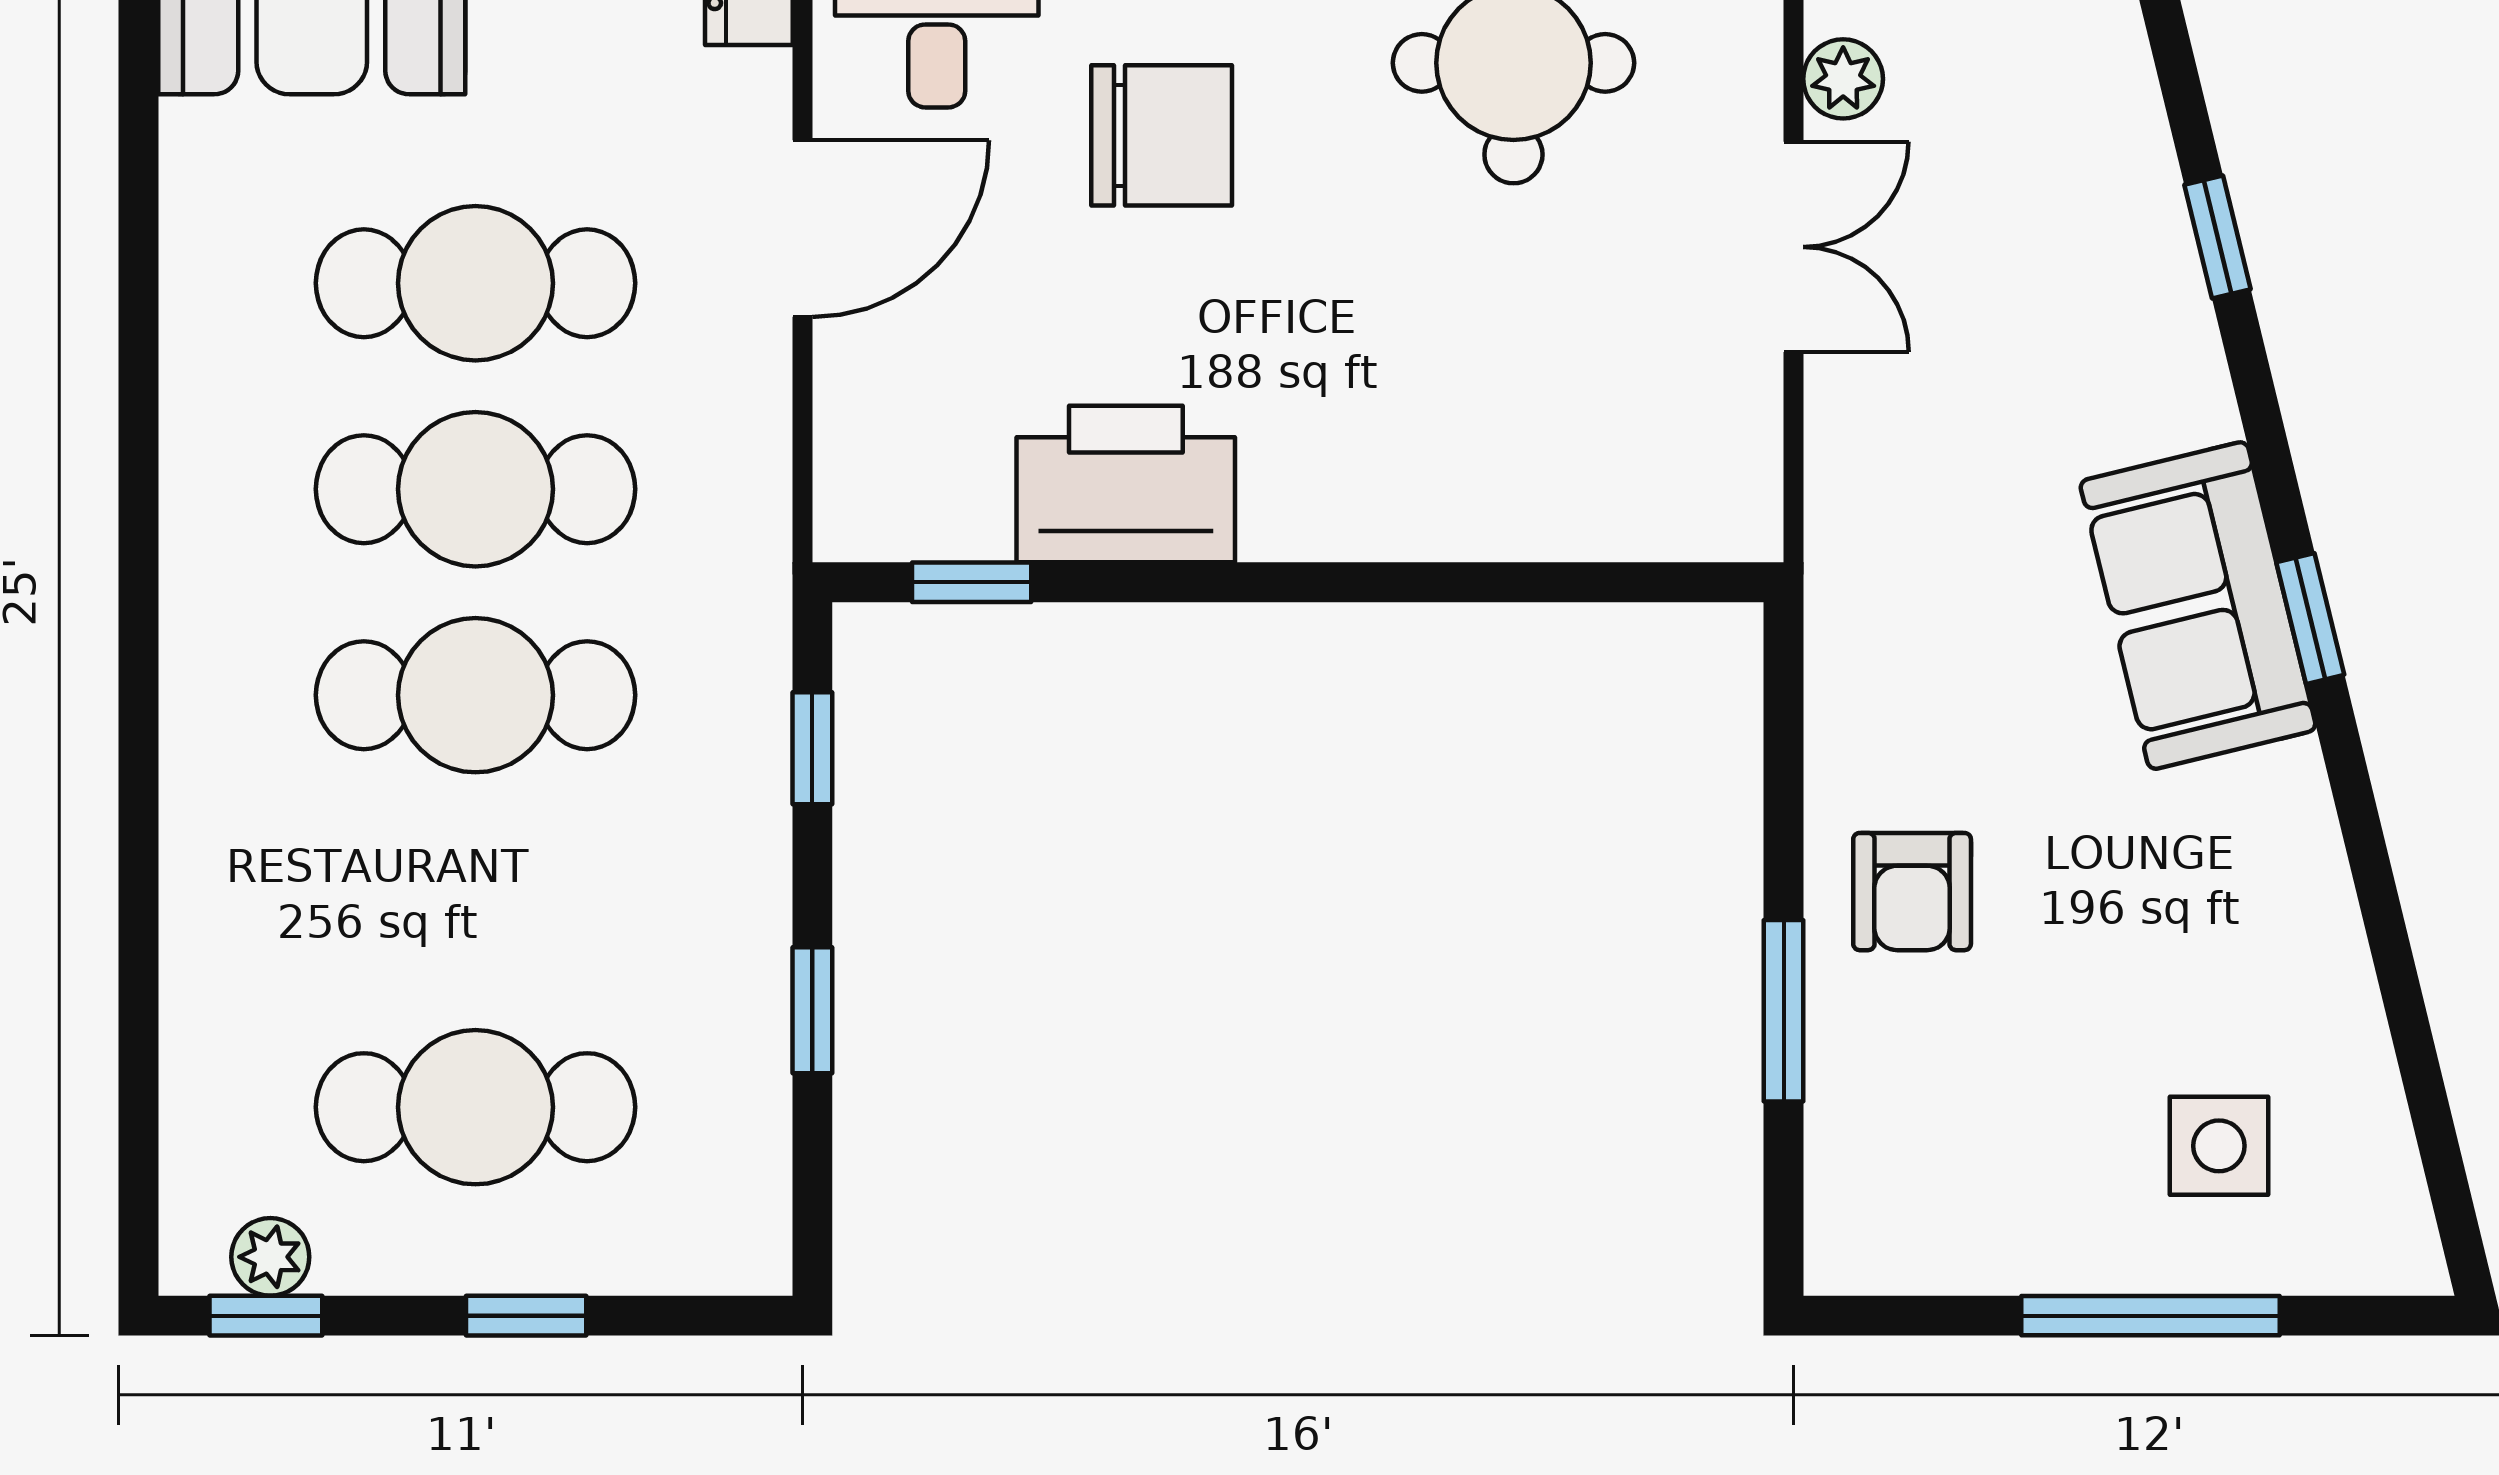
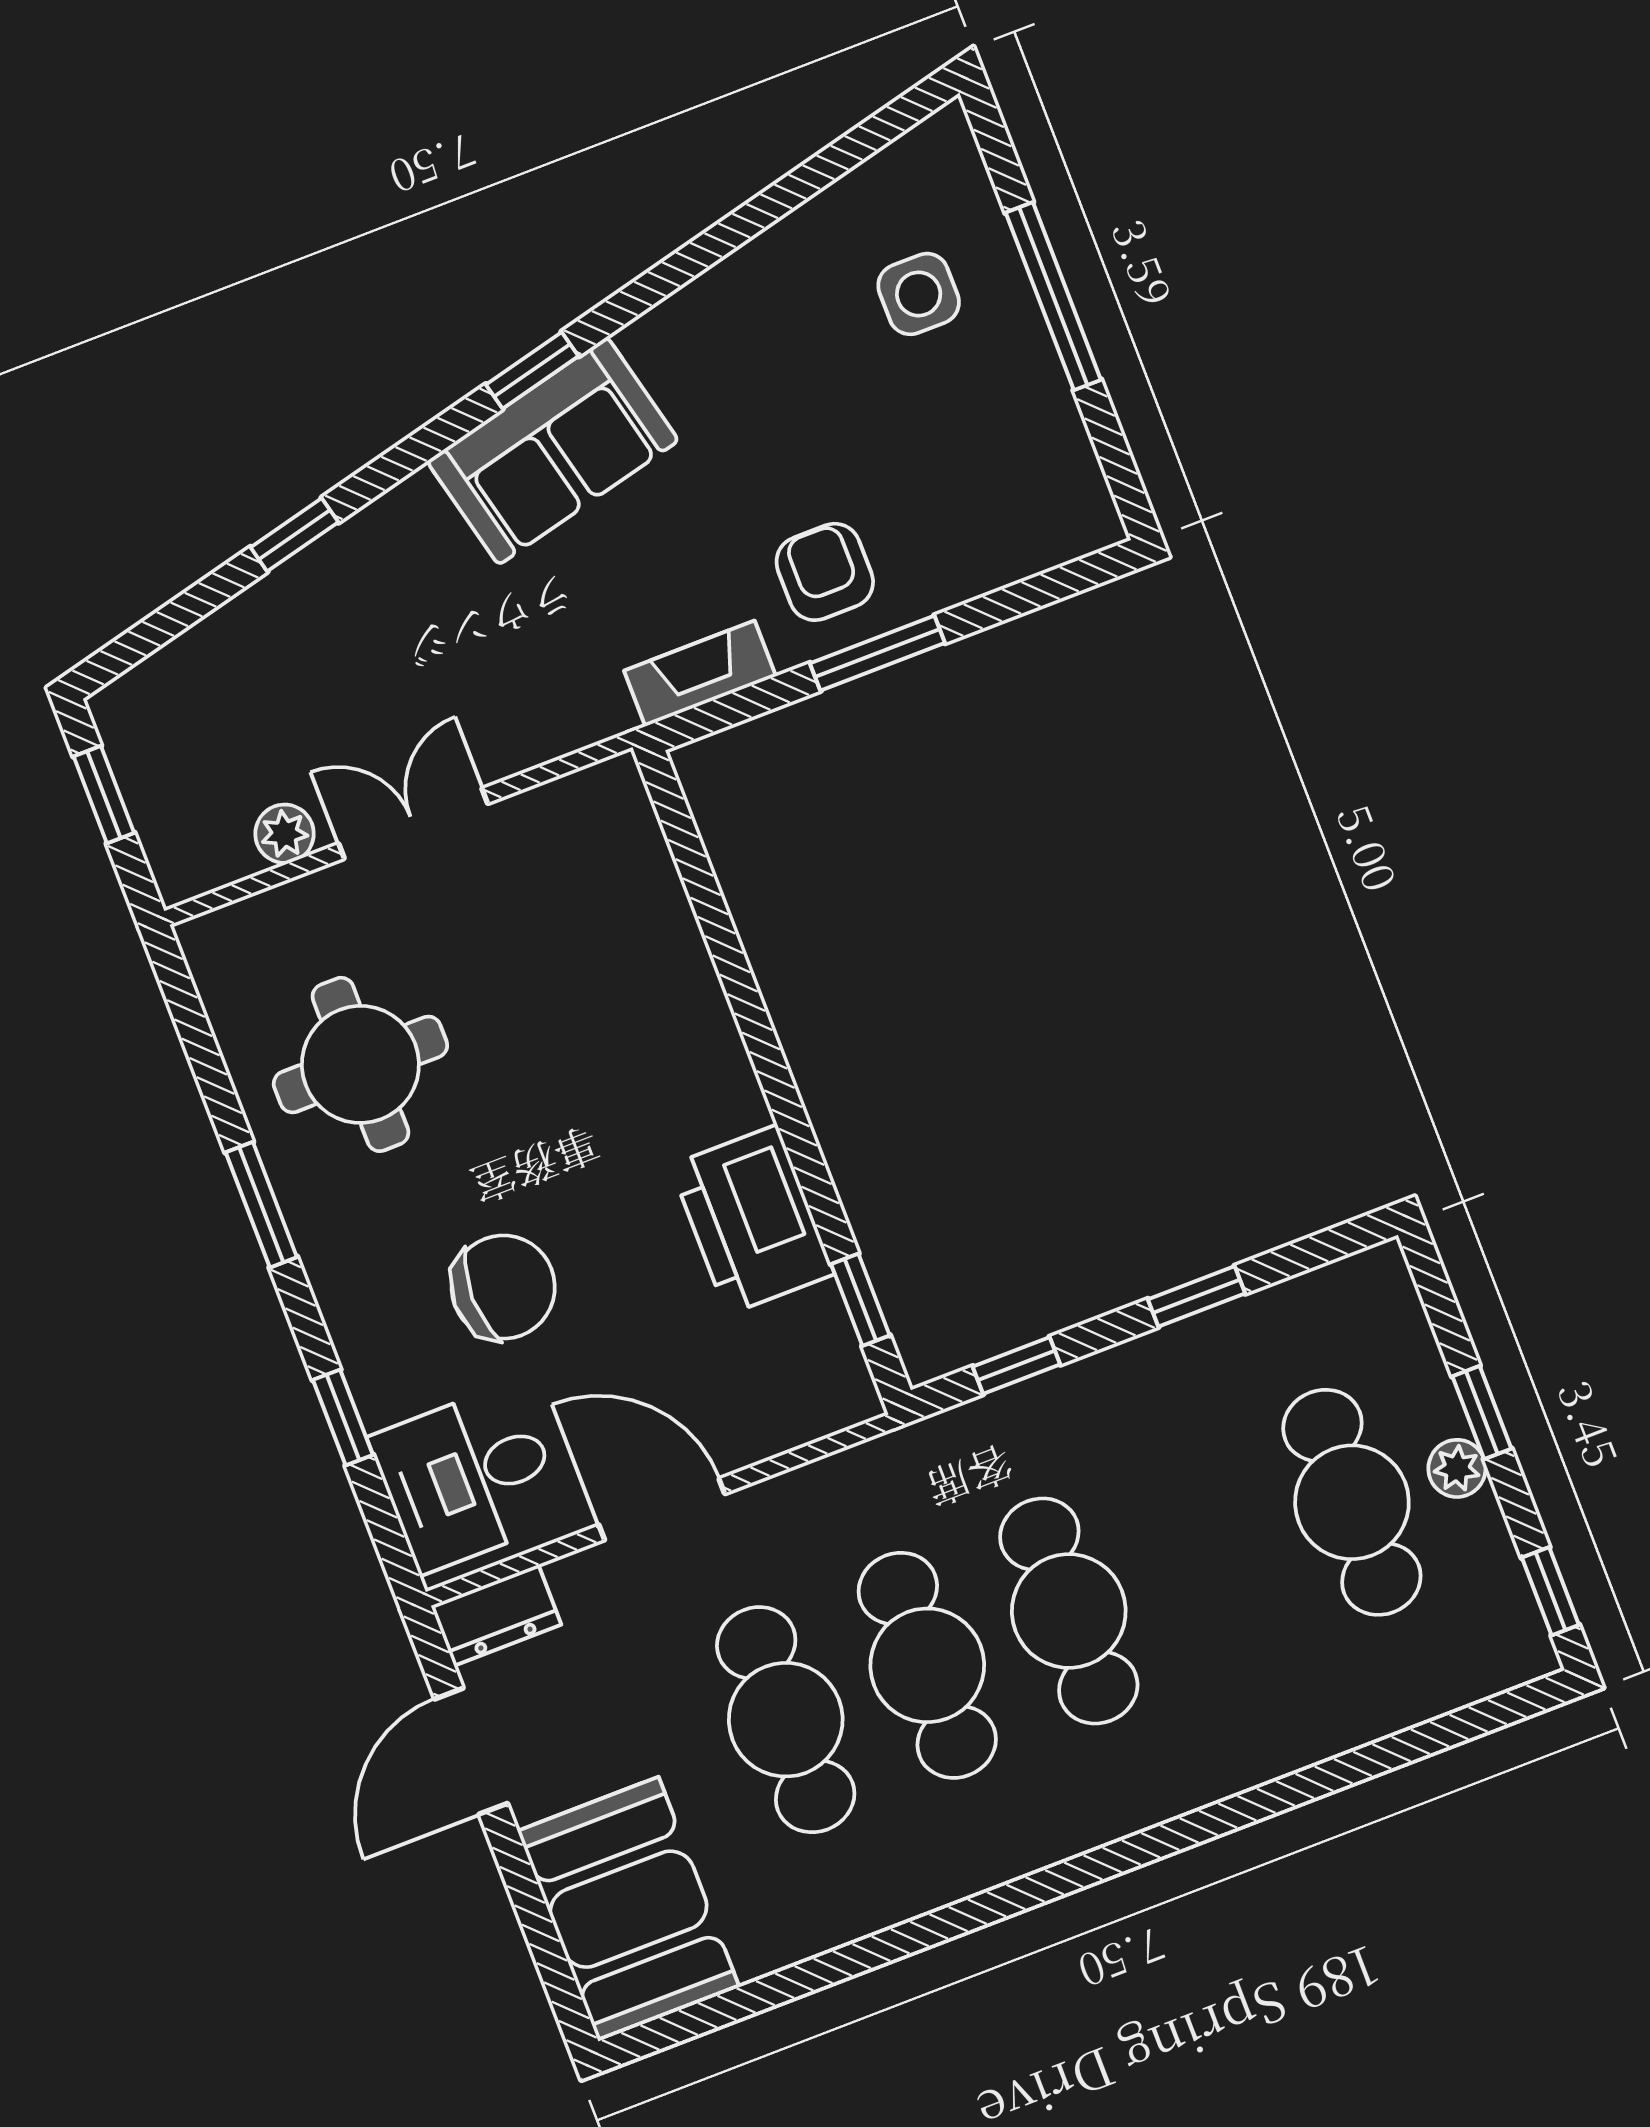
chair: (1162, 135) -> (503, 1287), turned 90
fireplace: (1844, 684) -> (700, 673), added
armchair: (1912, 892) -> (825, 572), turned -90
window: (1784, 1011) -> (877, 653), moved
plant: (270, 1257) -> (1457, 1468), moved

